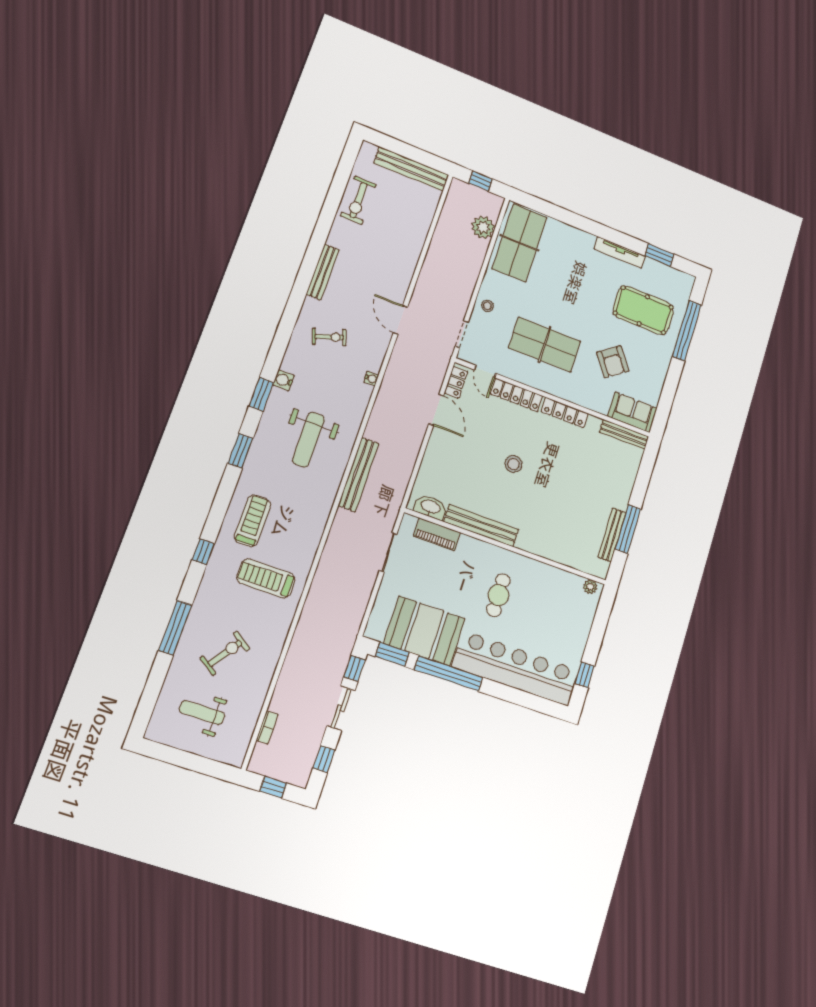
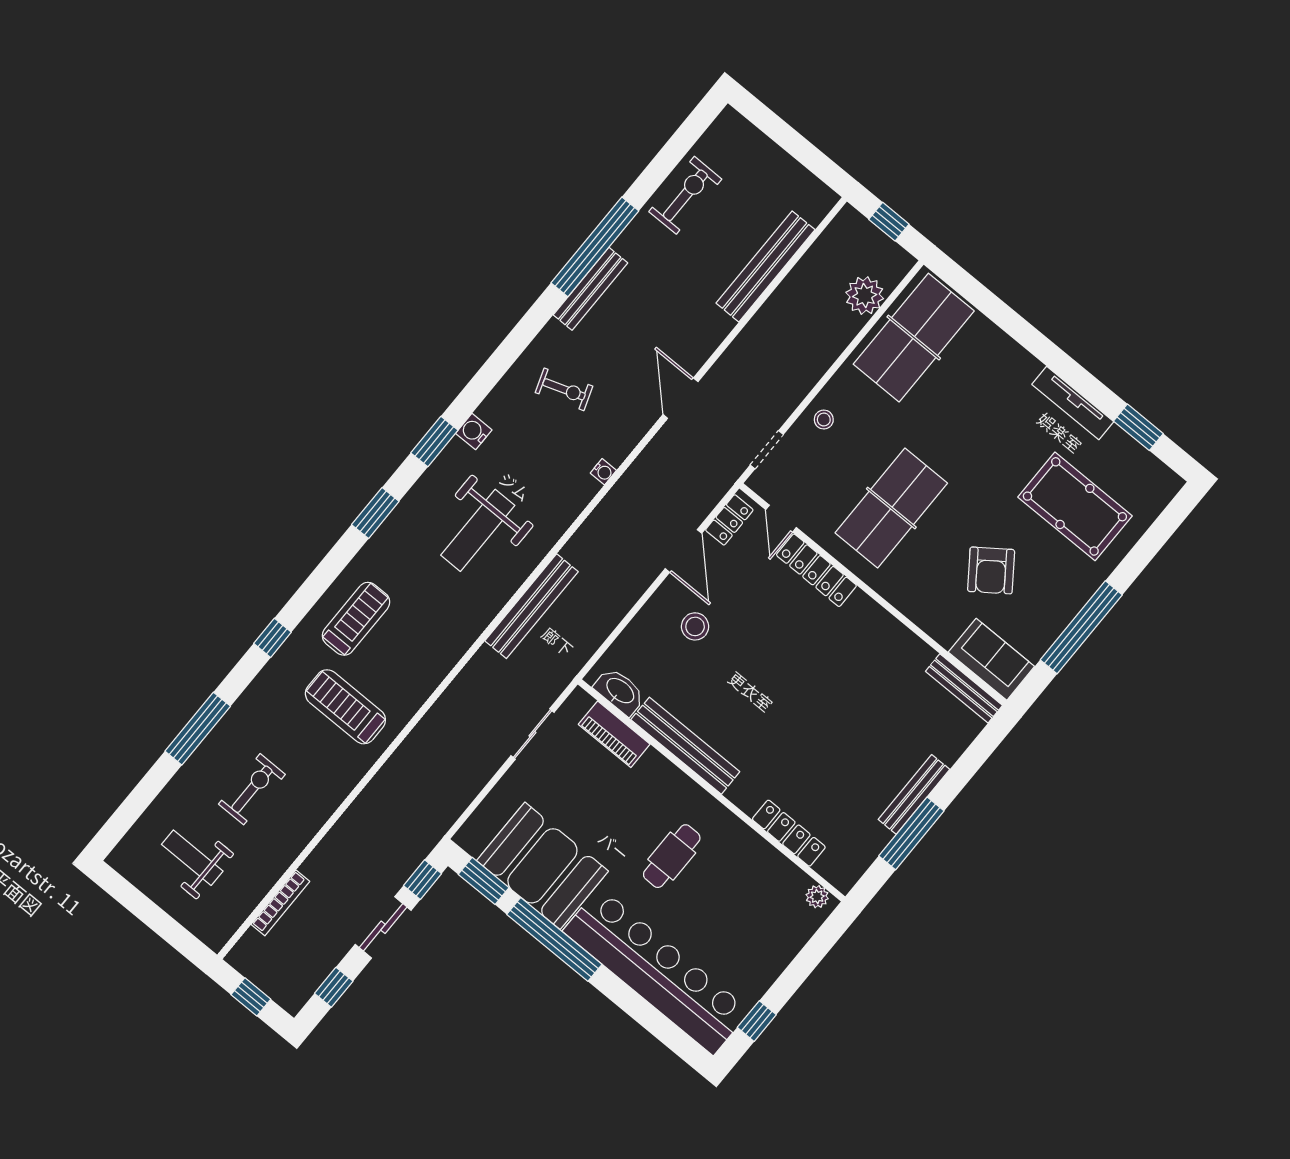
bench: (411, 169) -> (765, 266), moved, turned 90
exercise bike: (358, 200) -> (685, 195), turned 180
window: (316, 246) -> (595, 247), added
window: (687, 331) -> (1081, 627), moved
table tennis table: (545, 344) -> (891, 508), turned 90
locker: (565, 413) -> (789, 833), moved, turned 180
stool: (513, 464) -> (695, 626), moved
bench: (612, 535) -> (914, 794), moved
exercise bike: (225, 653) -> (252, 789), turned -35
bookcase: (267, 727) -> (280, 903), width x1.56

